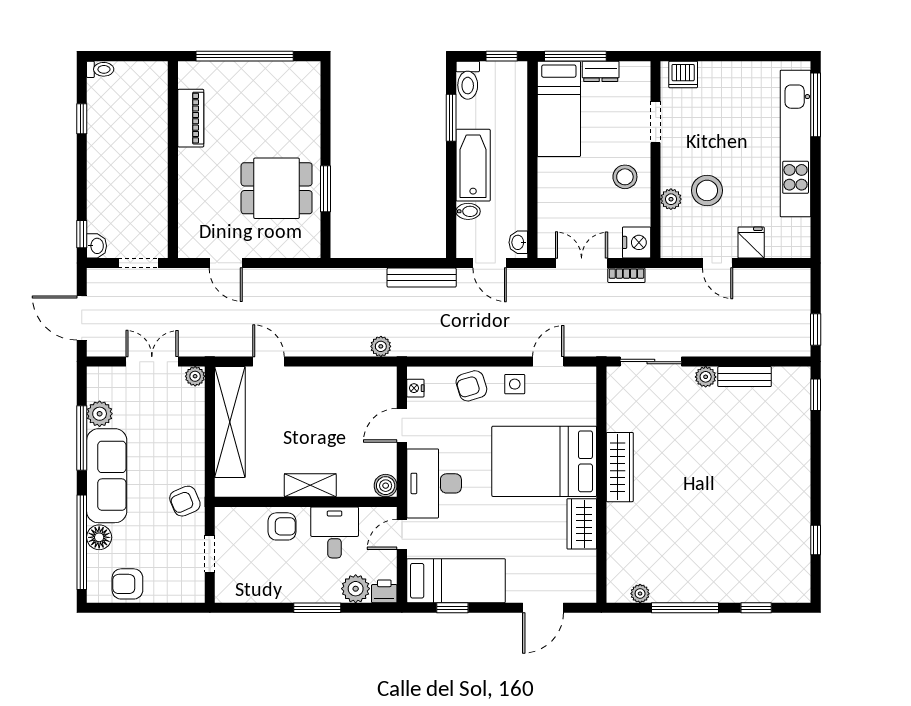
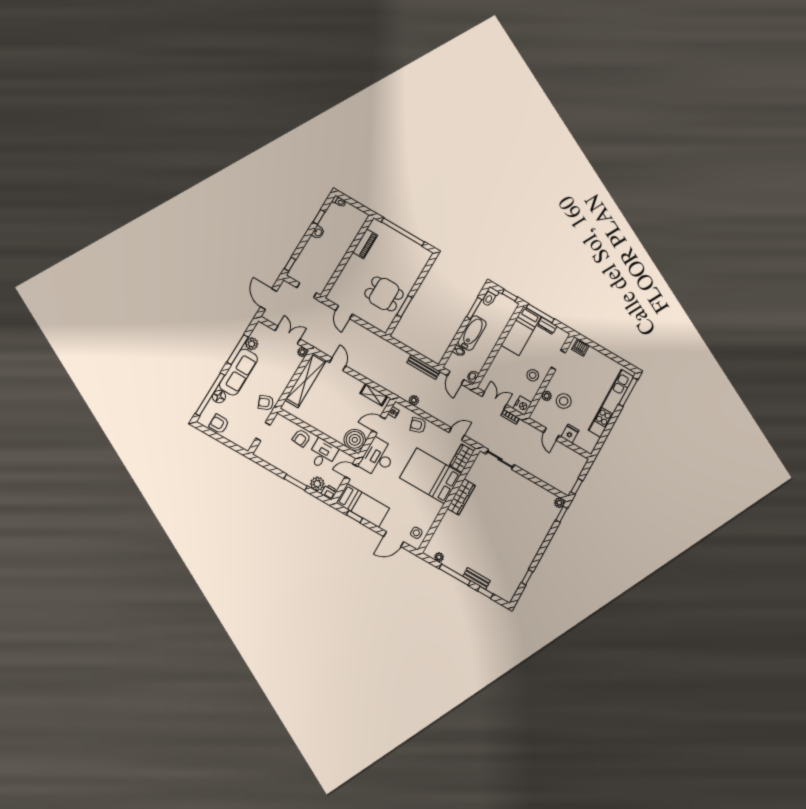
washbasin: (96, 246) -> (318, 232), moved
plant: (381, 346) -> (414, 400), moved
plant: (706, 377) -> (559, 503), moved
bench: (745, 377) -> (476, 578), moved
side table: (515, 384) -> (416, 533), moved
shelving: (310, 485) -> (374, 395), moved
boiler: (386, 486) -> (355, 440), width x1.86, depth x1.86
wardrobe: (582, 524) -> (462, 458), moved
armchair: (282, 526) -> (301, 438), turned 96

